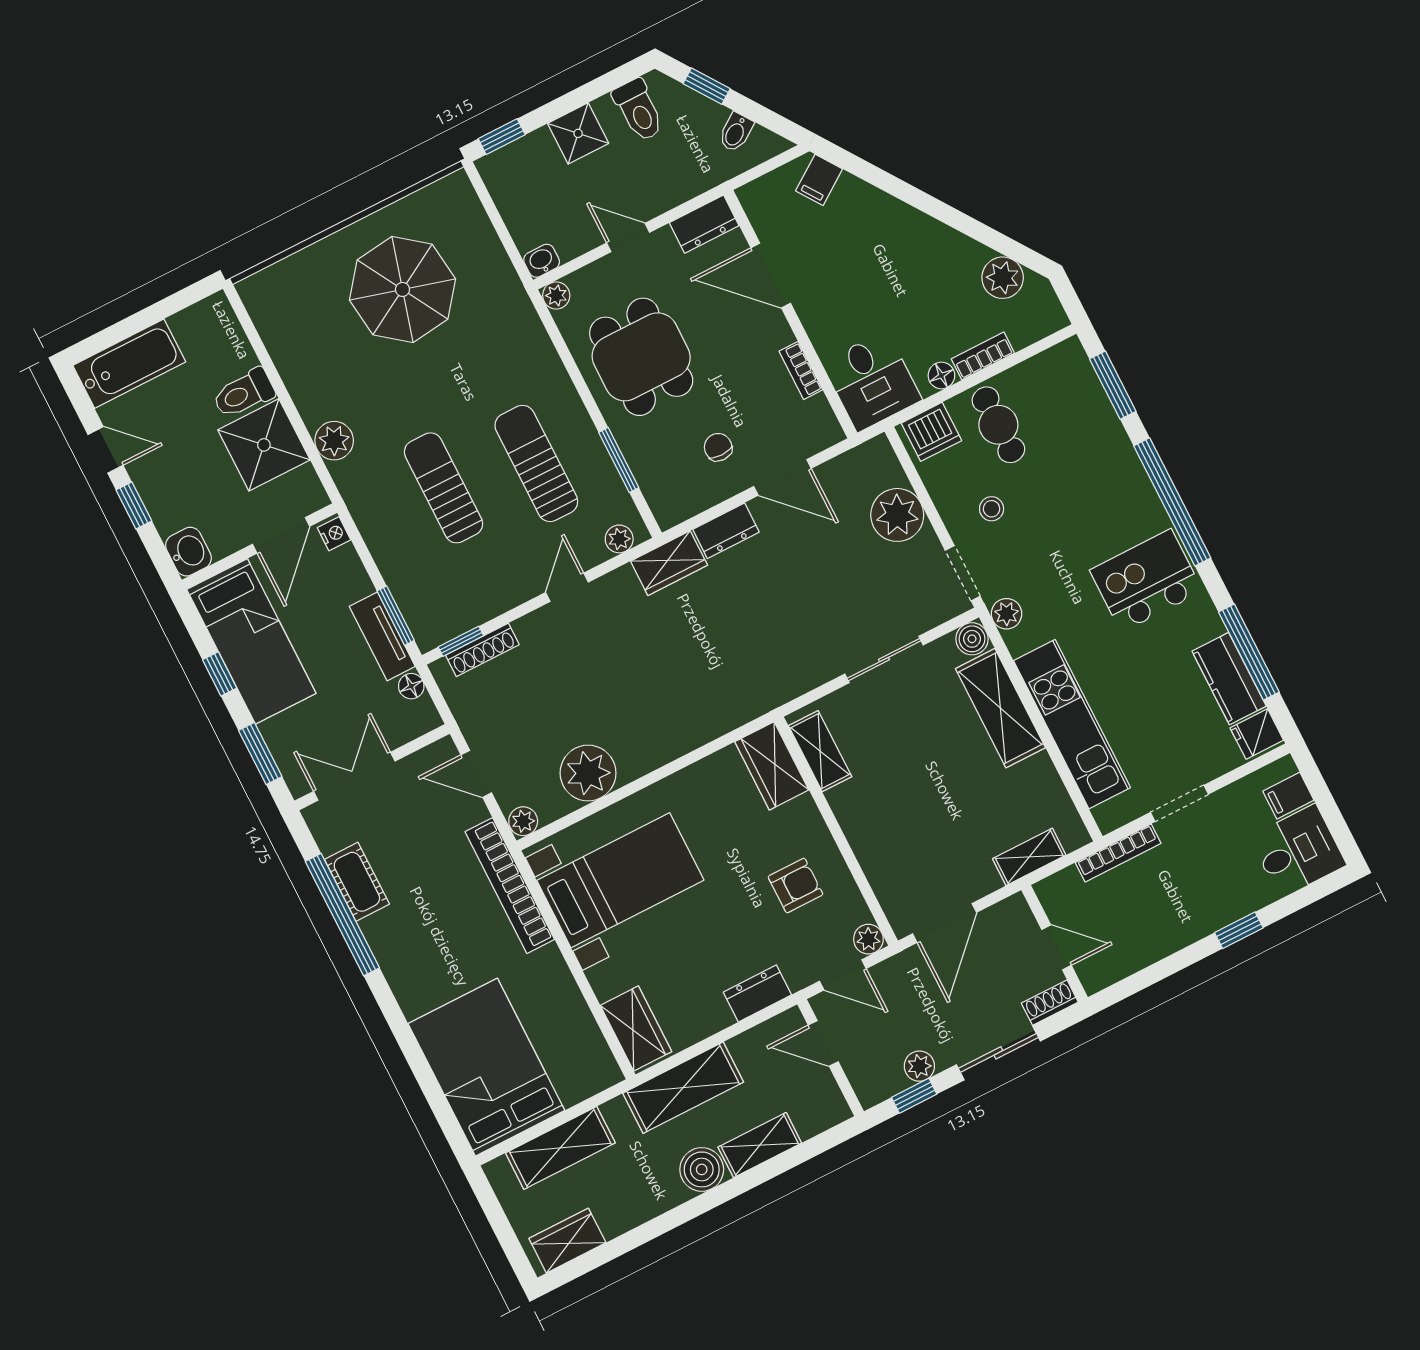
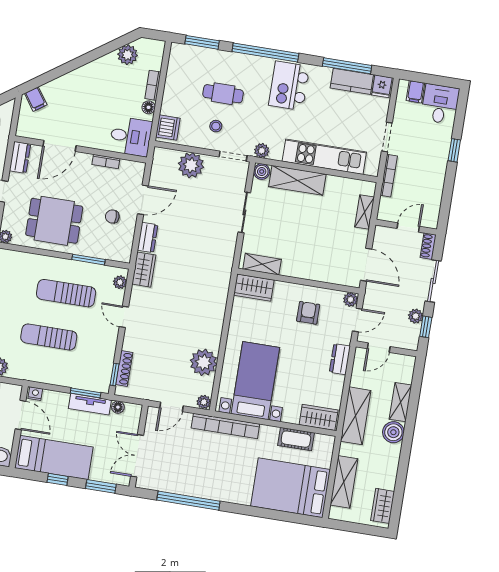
cafe table: (998, 425) -> (223, 94), moved
cot: (357, 882) -> (296, 439), moved

